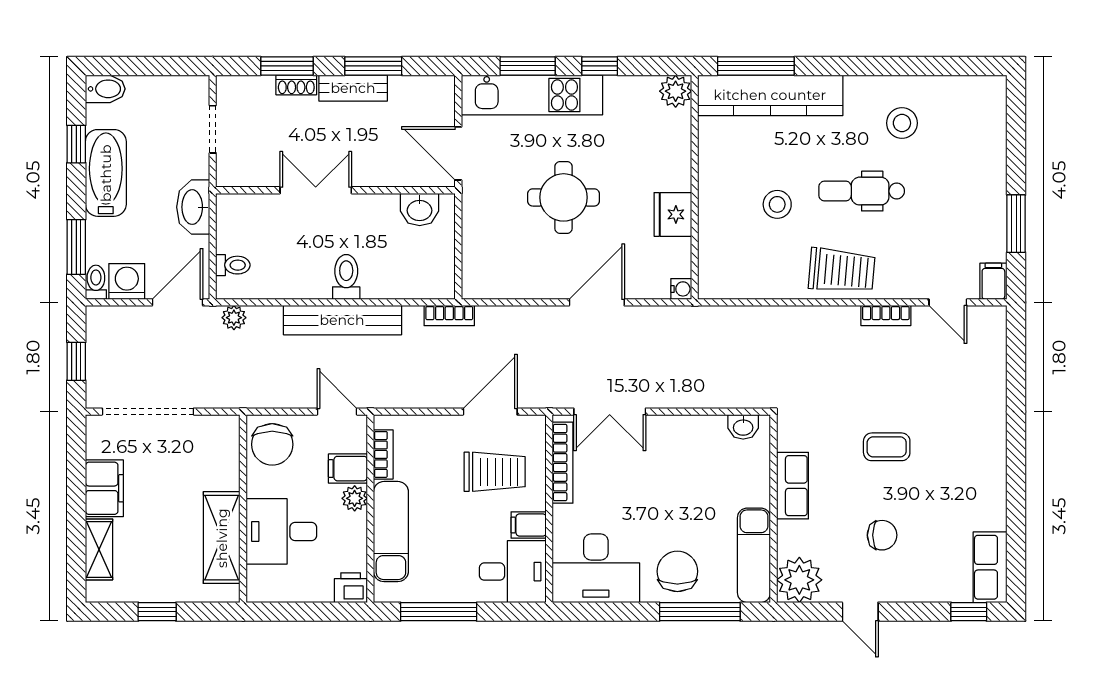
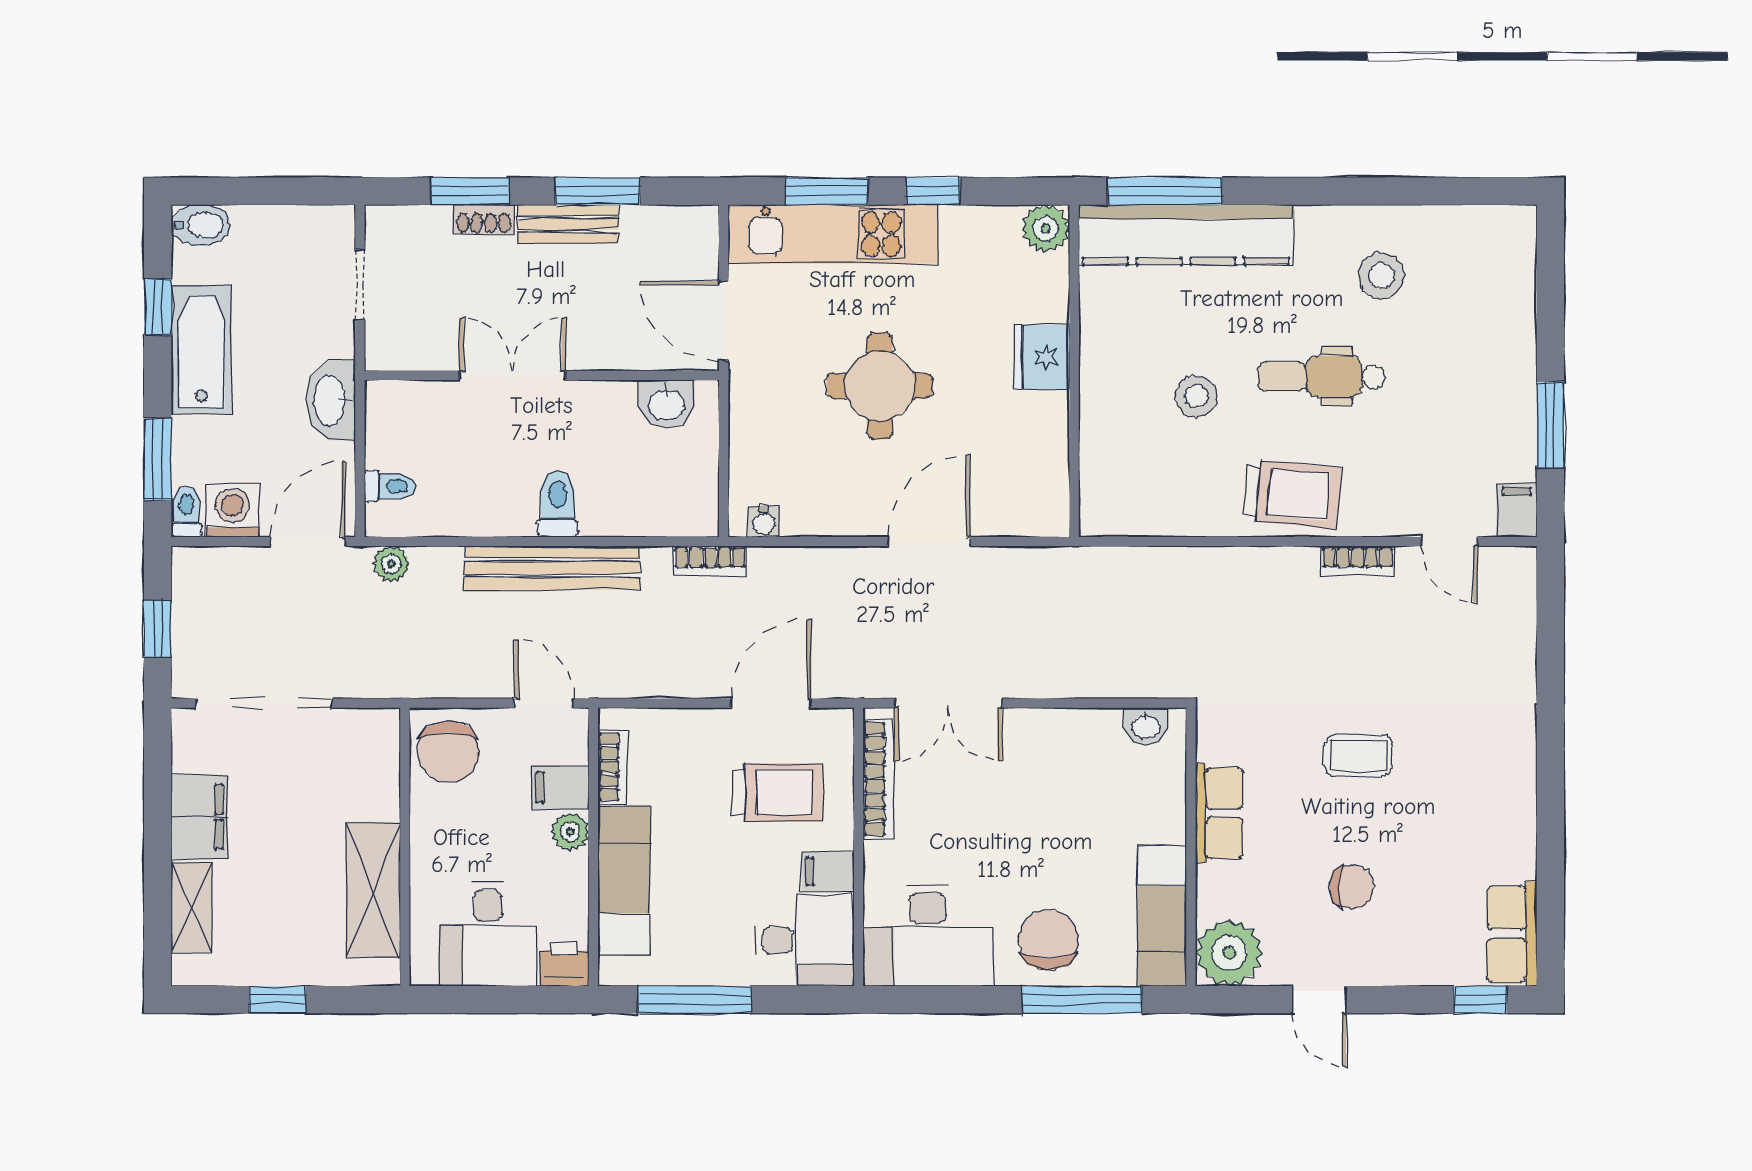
fridge: (673, 214) -> (1042, 357), moved
water cooler: (681, 289) -> (764, 522), moved, turned 90
desk: (281, 531) -> (488, 934), moved, turned -90

